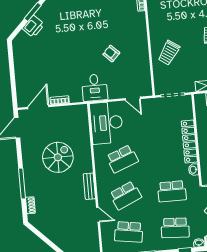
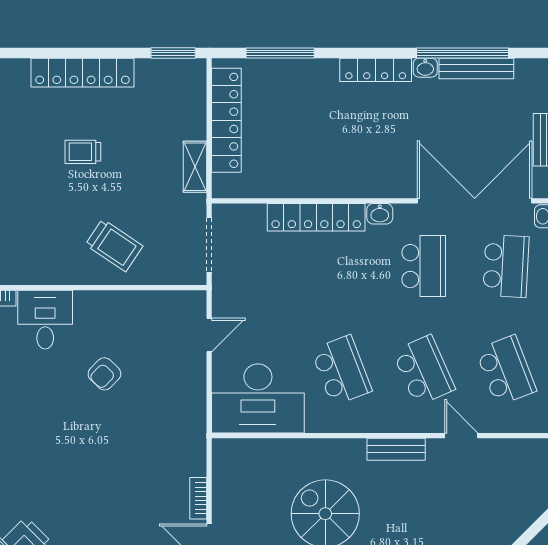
desk: (95, 88) -> (45, 320), moved, turned -90
door: (98, 215) -> (461, 436), hinge flipped
school desk: (129, 232) -> (506, 370), turned -30

